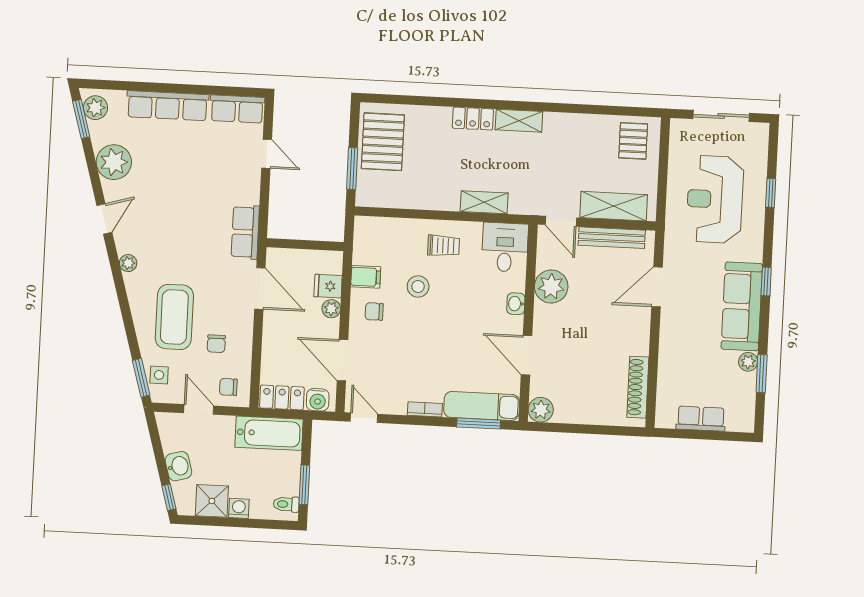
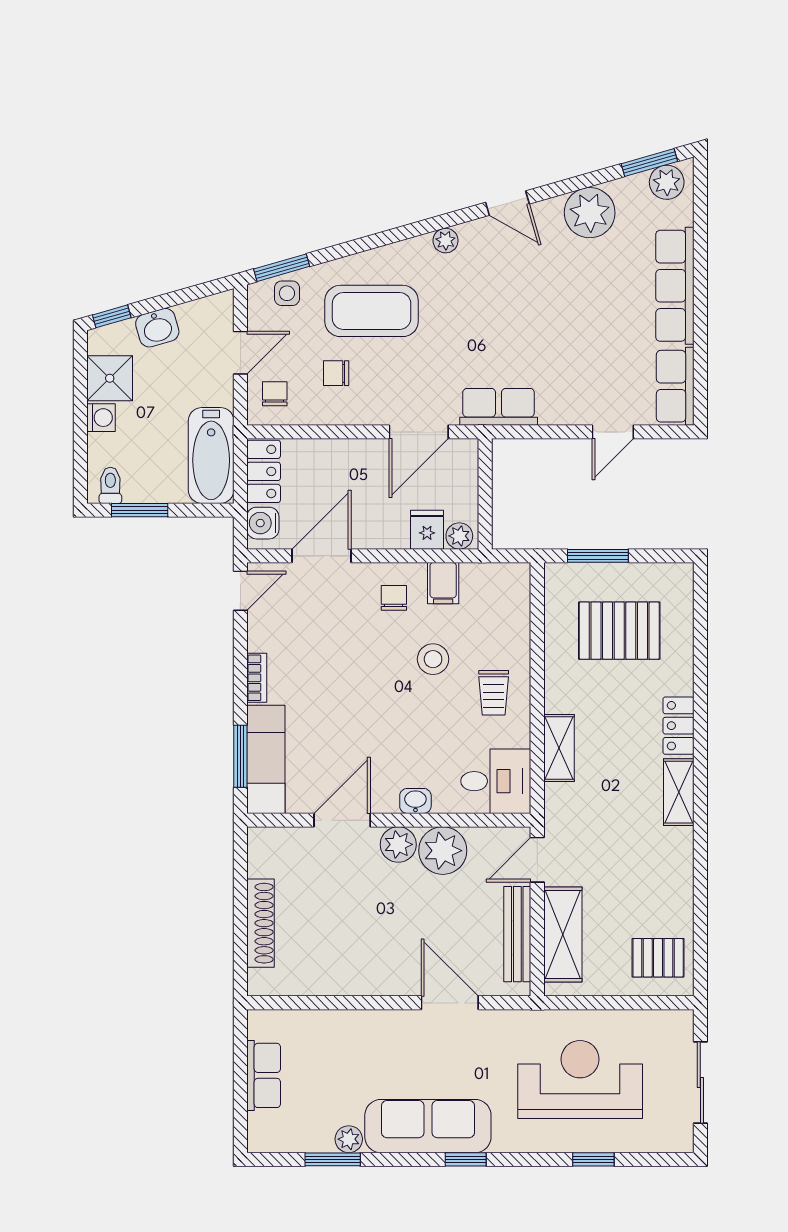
pallet: (383, 142) -> (619, 631), moved
plant: (331, 309) -> (459, 536), moved
shoe rack: (638, 387) -> (261, 923), moved, turned 90
plant: (541, 410) -> (398, 844), moved

